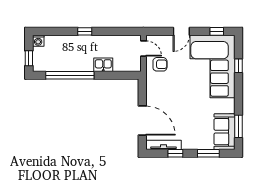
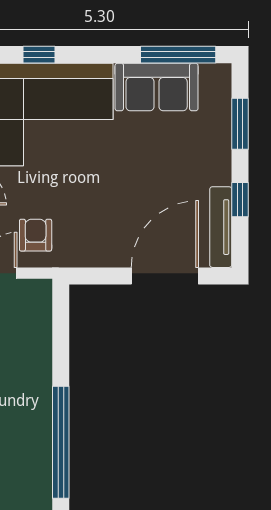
kitchen sink: (103, 65) -> (37, 365), removed
window: (239, 126) -> (178, 55), width x1.44
sofa: (224, 132) -> (157, 87), moved

